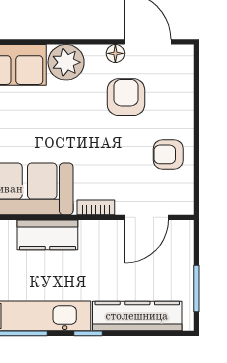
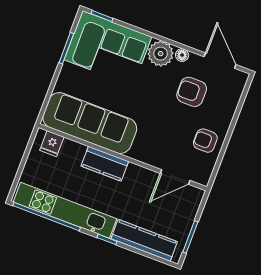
floor lamp: (115, 53) -> (182, 55), moved
armchair: (126, 97) -> (192, 92), turned -90
bookcase: (96, 207) -> (144, 158), removed

